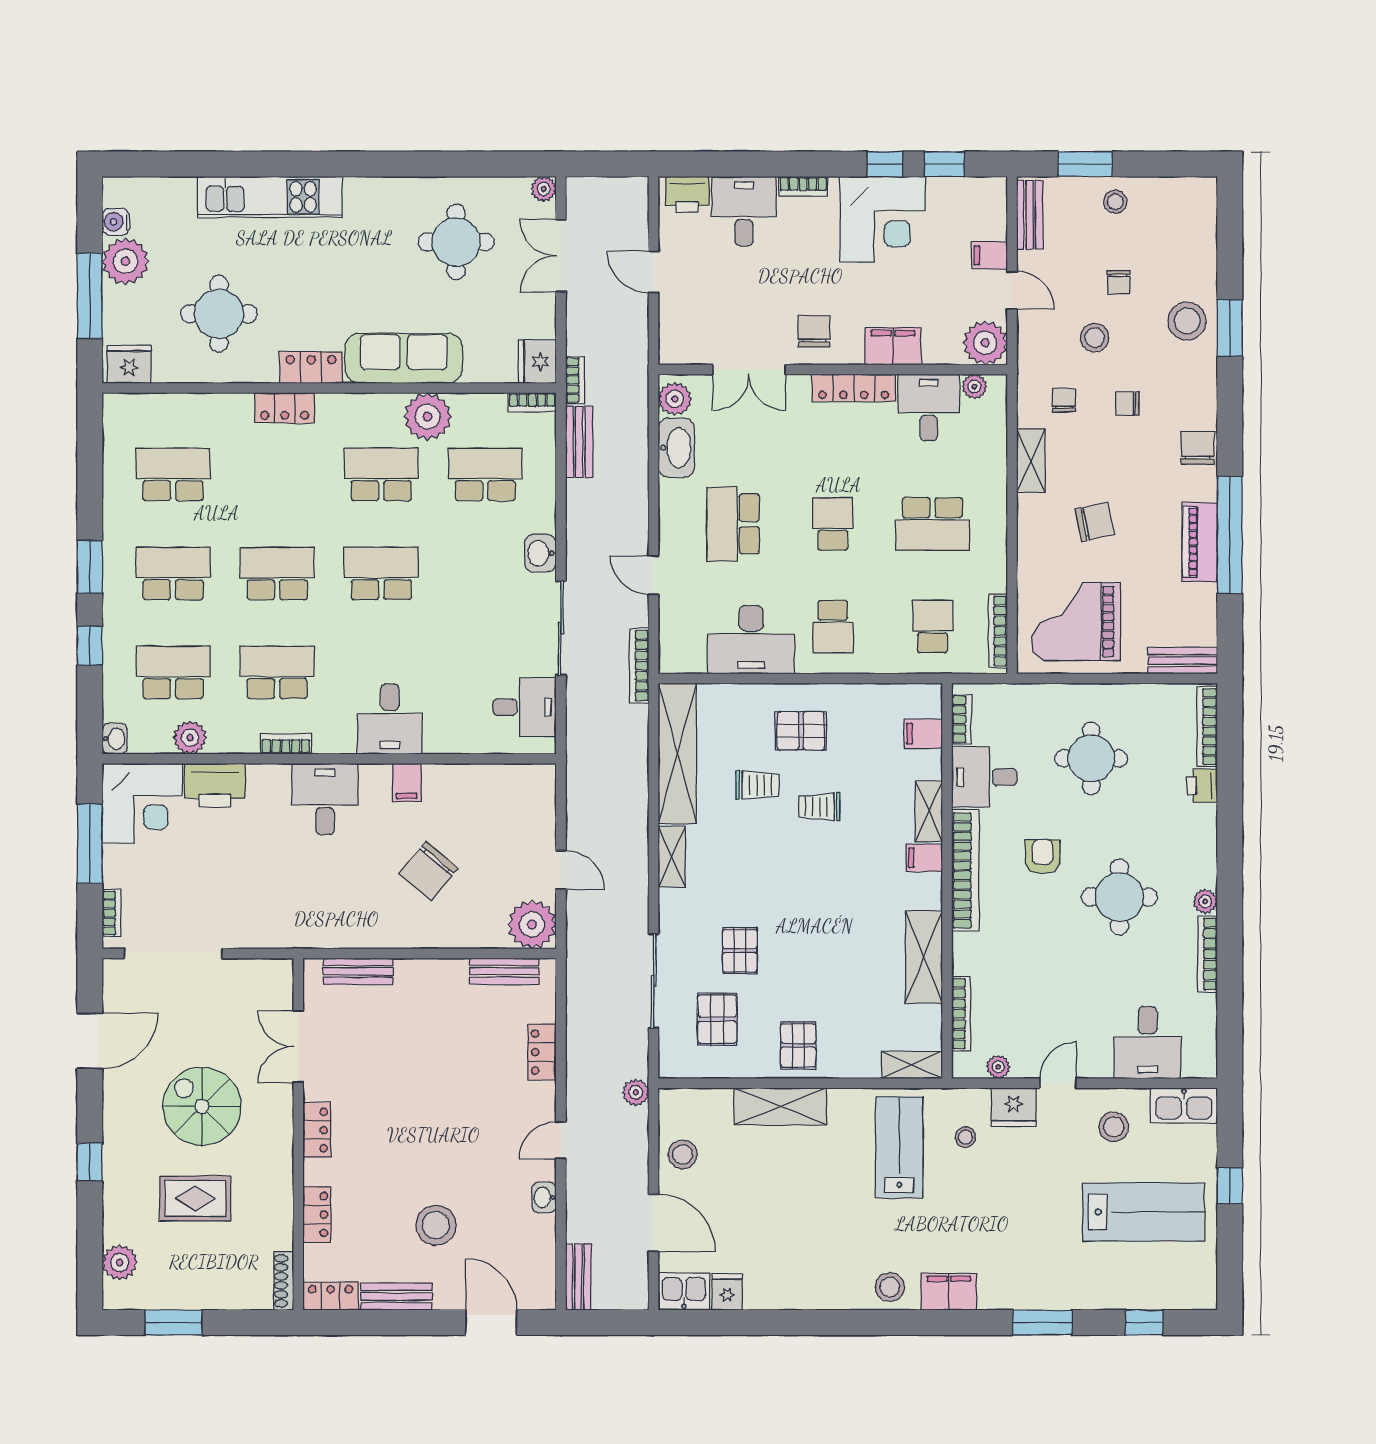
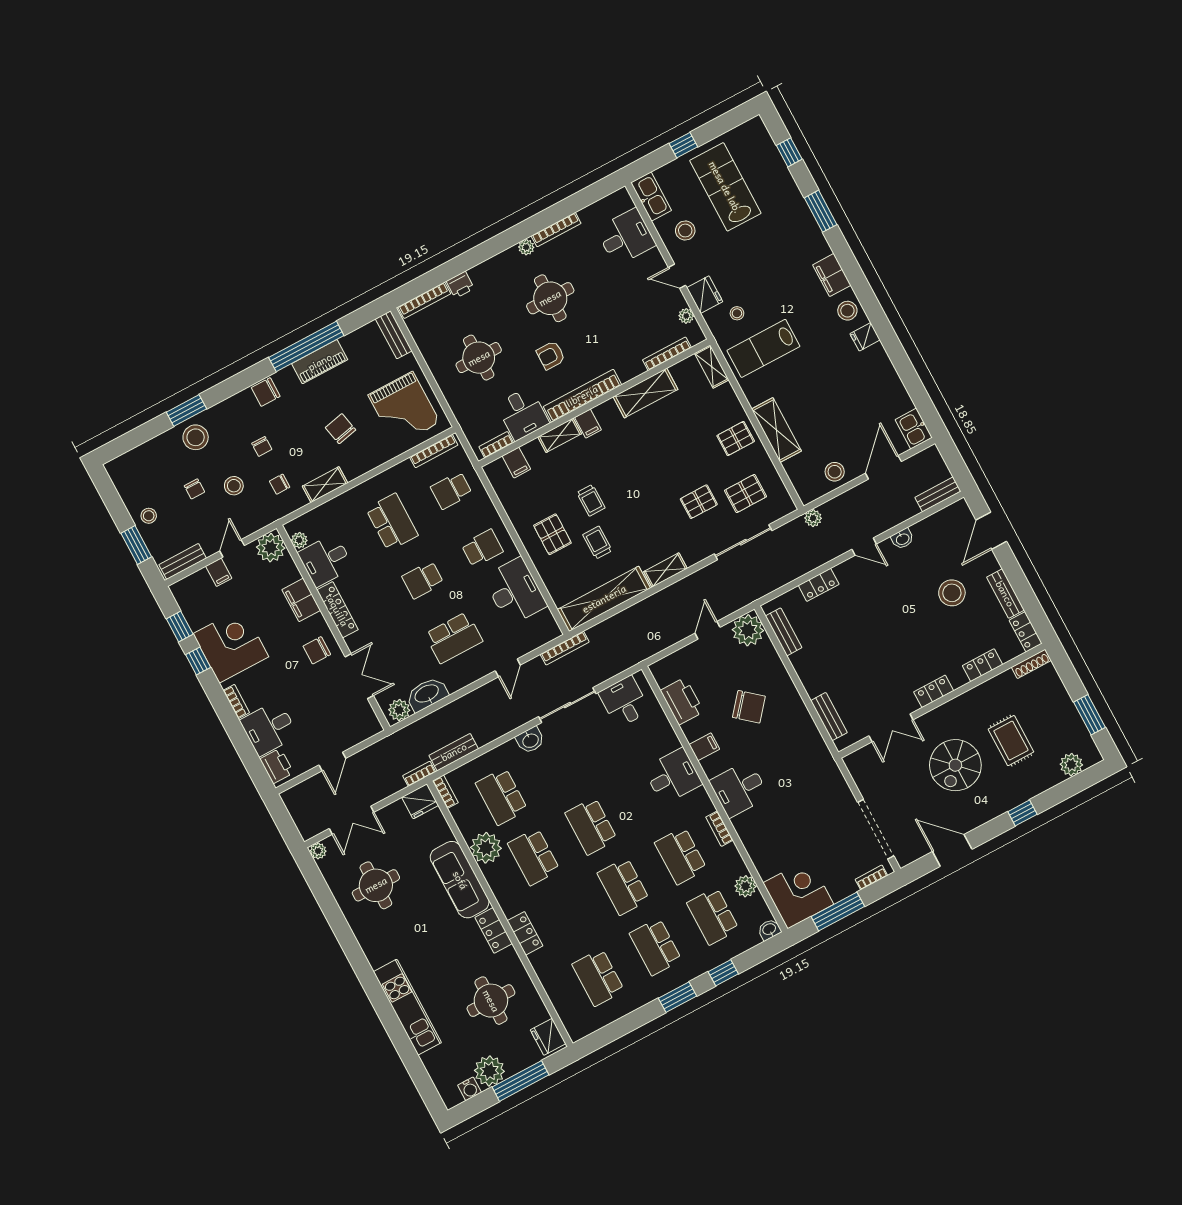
chair: (1119, 282) -> (194, 489), turned 90
printer: (215, 785) -> (682, 701), moved
fridge: (727, 1292) -> (865, 337), moved

